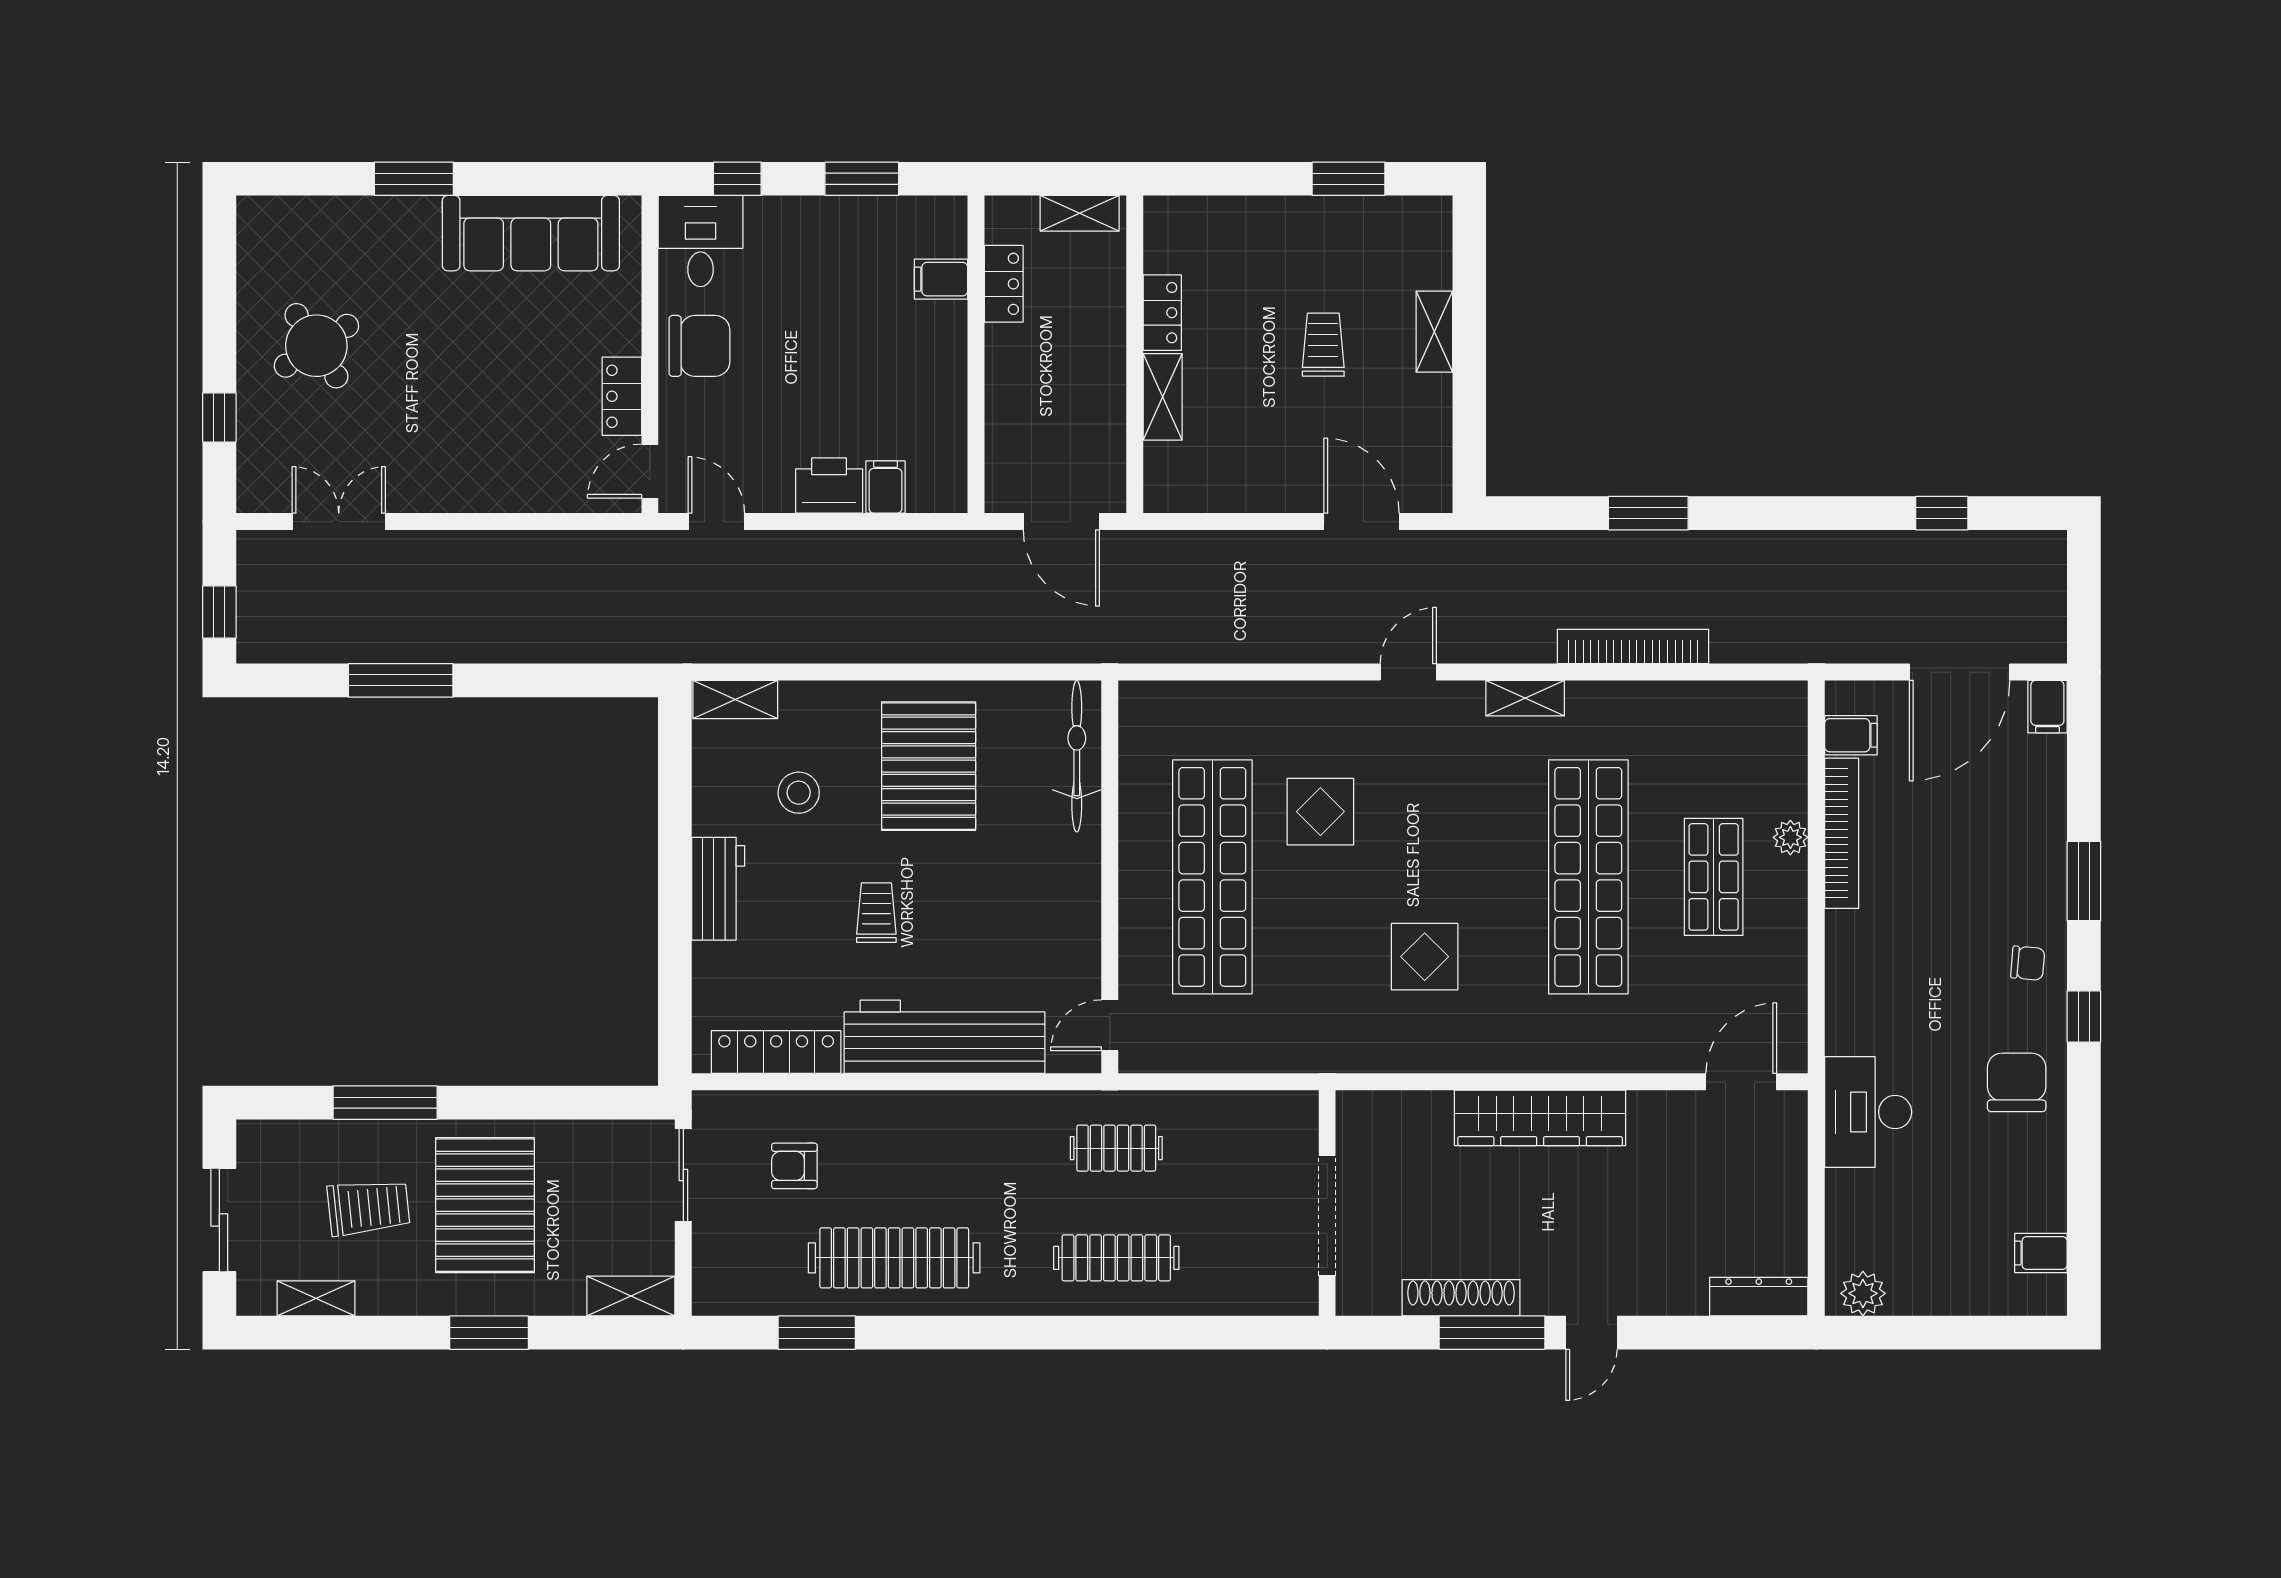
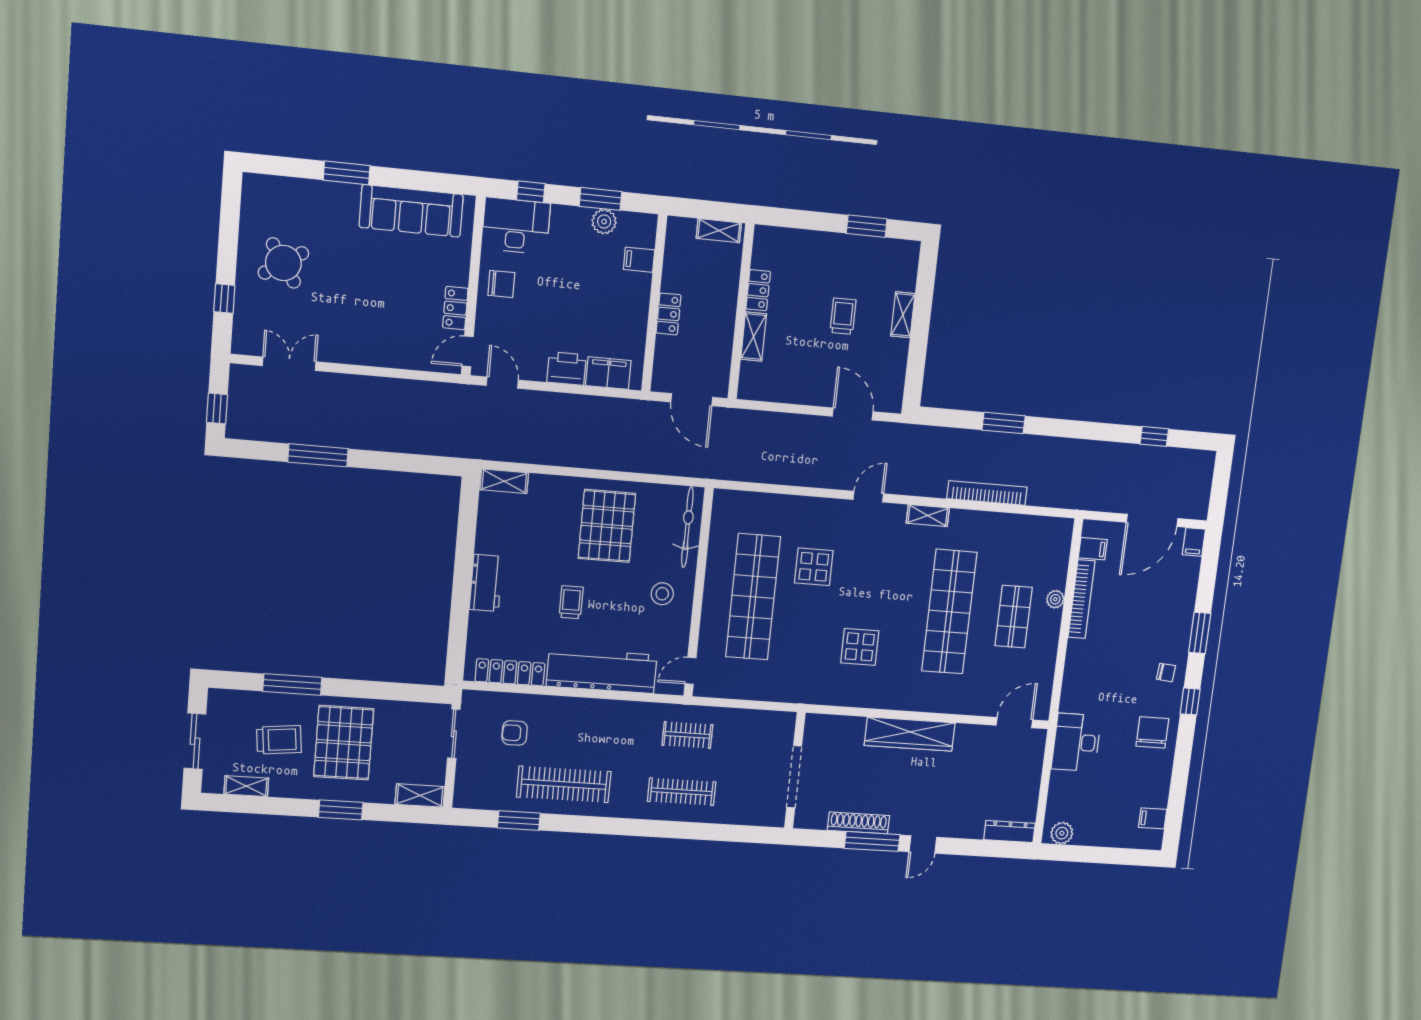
plant: (872, 218) -> (604, 222), added
desk: (700, 241) -> (516, 226), width x1.37
locker: (1004, 284) -> (669, 314), moved
chair: (699, 346) -> (501, 284), width x0.73, depth x0.73
filing cabinet: (885, 487) -> (608, 373), width x2.00
stool: (799, 793) -> (662, 594), moved

